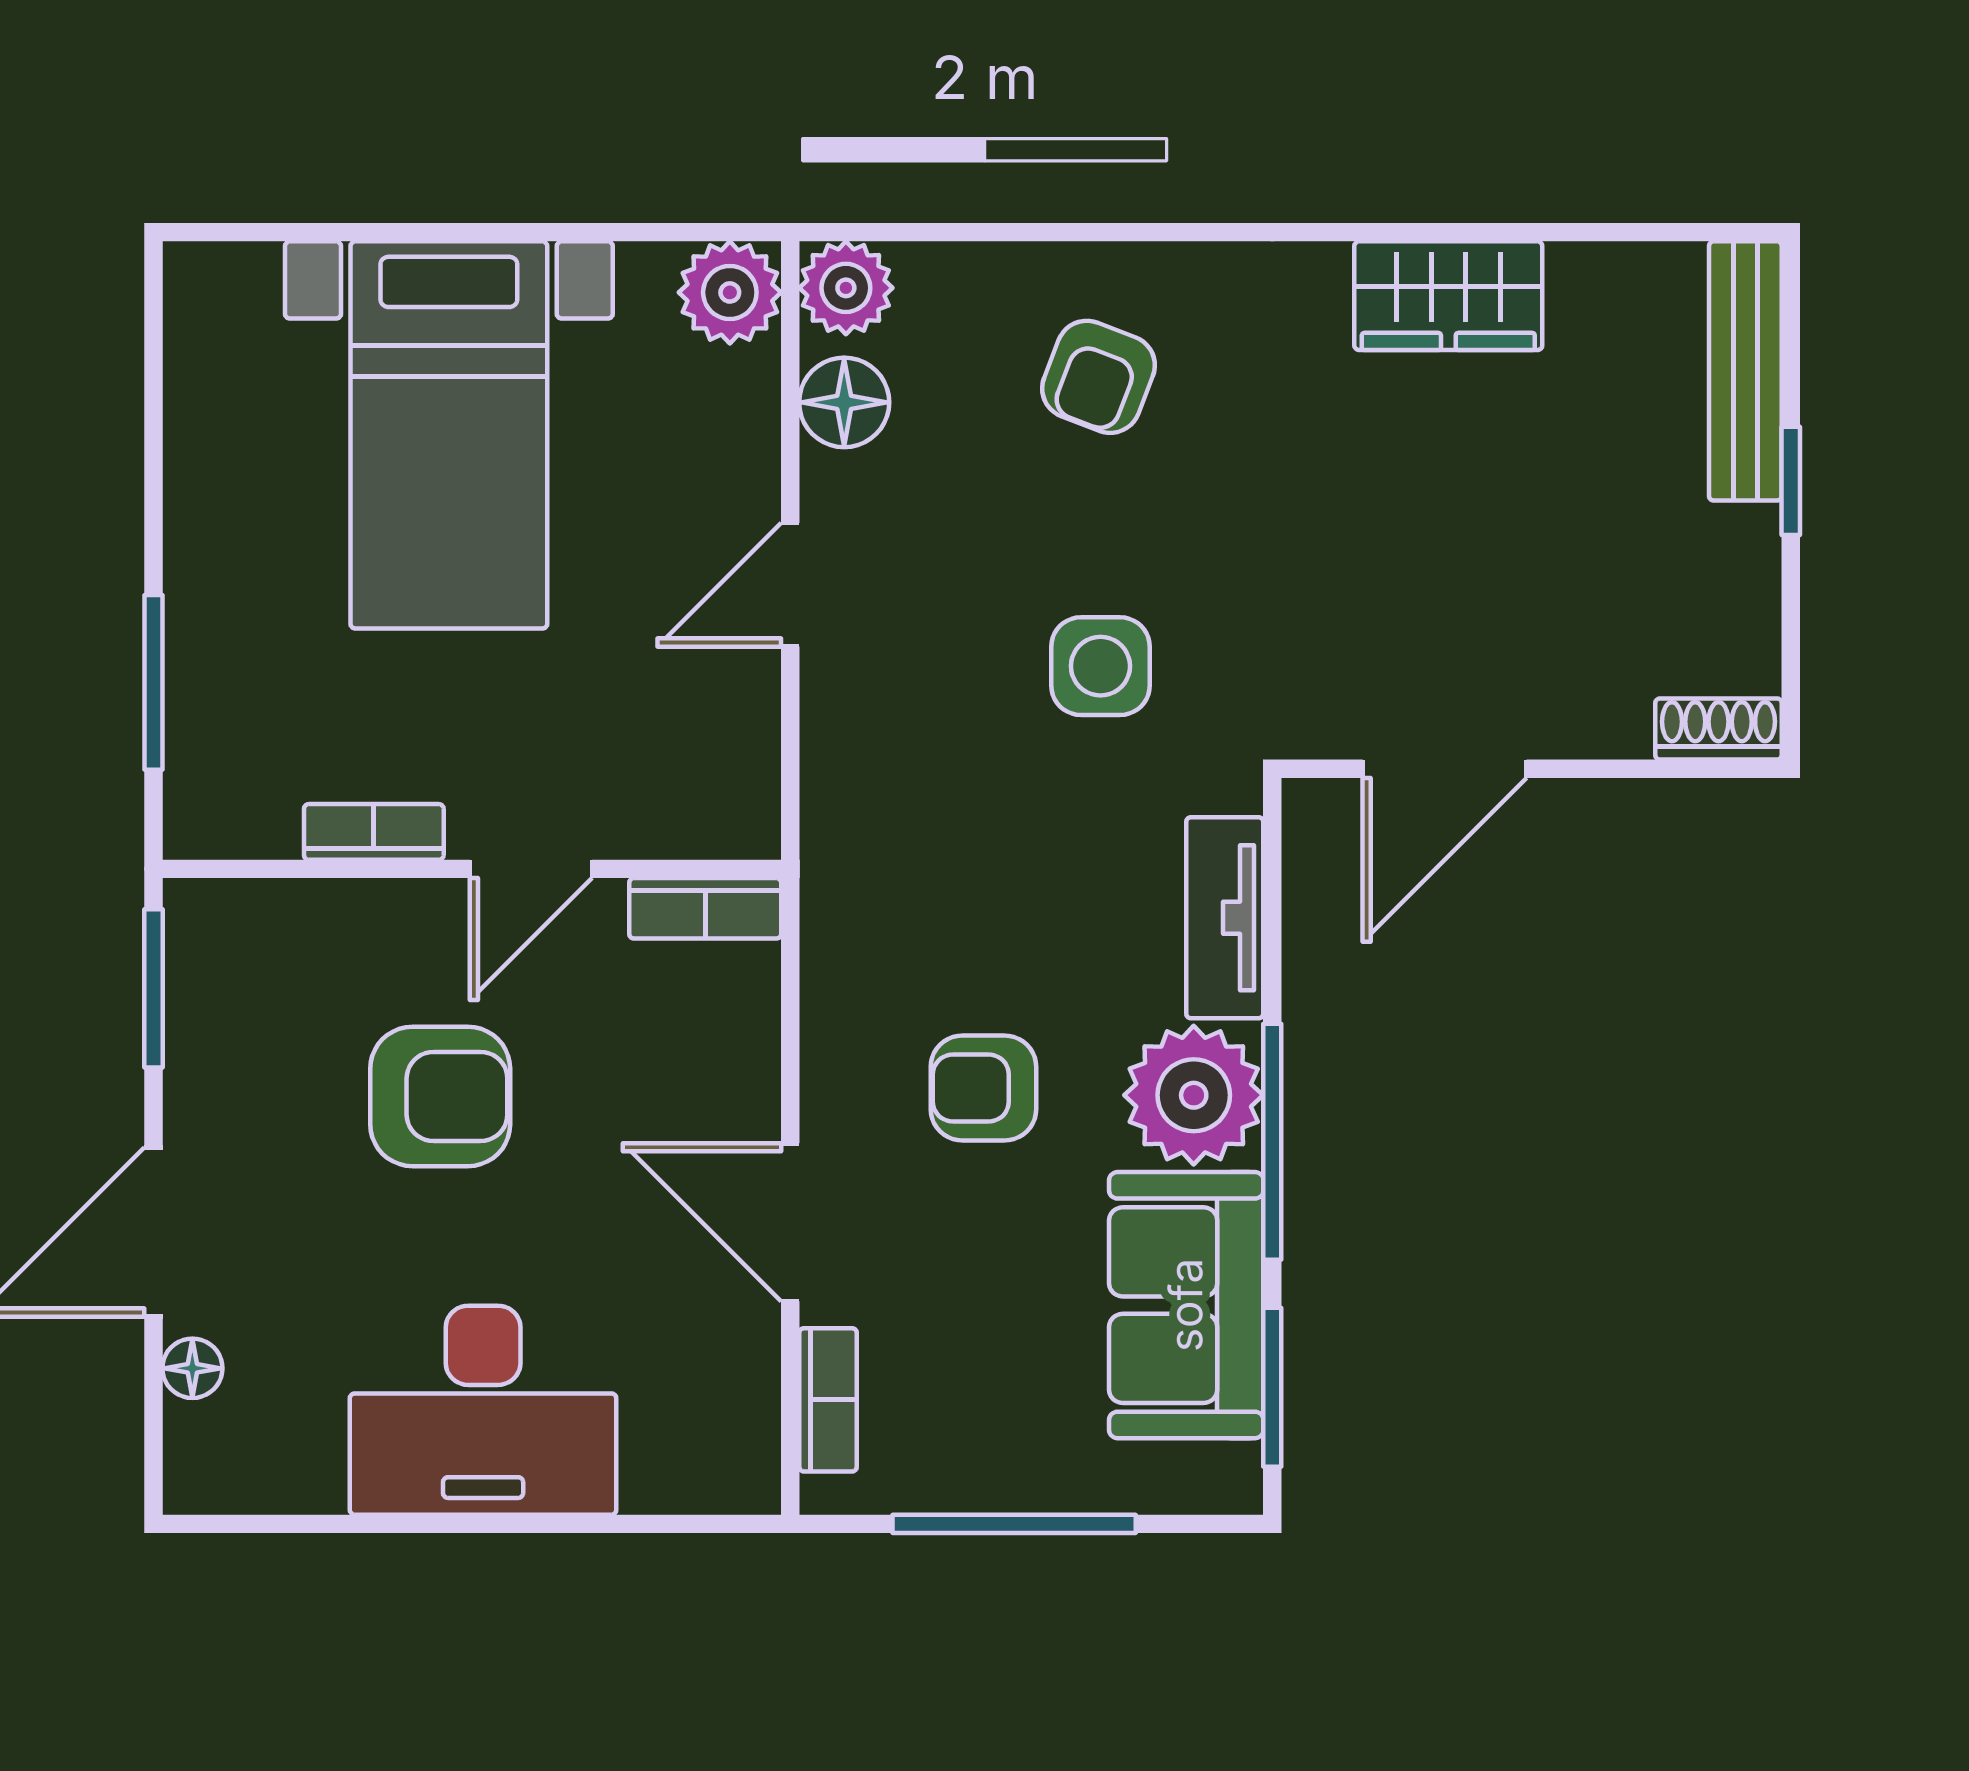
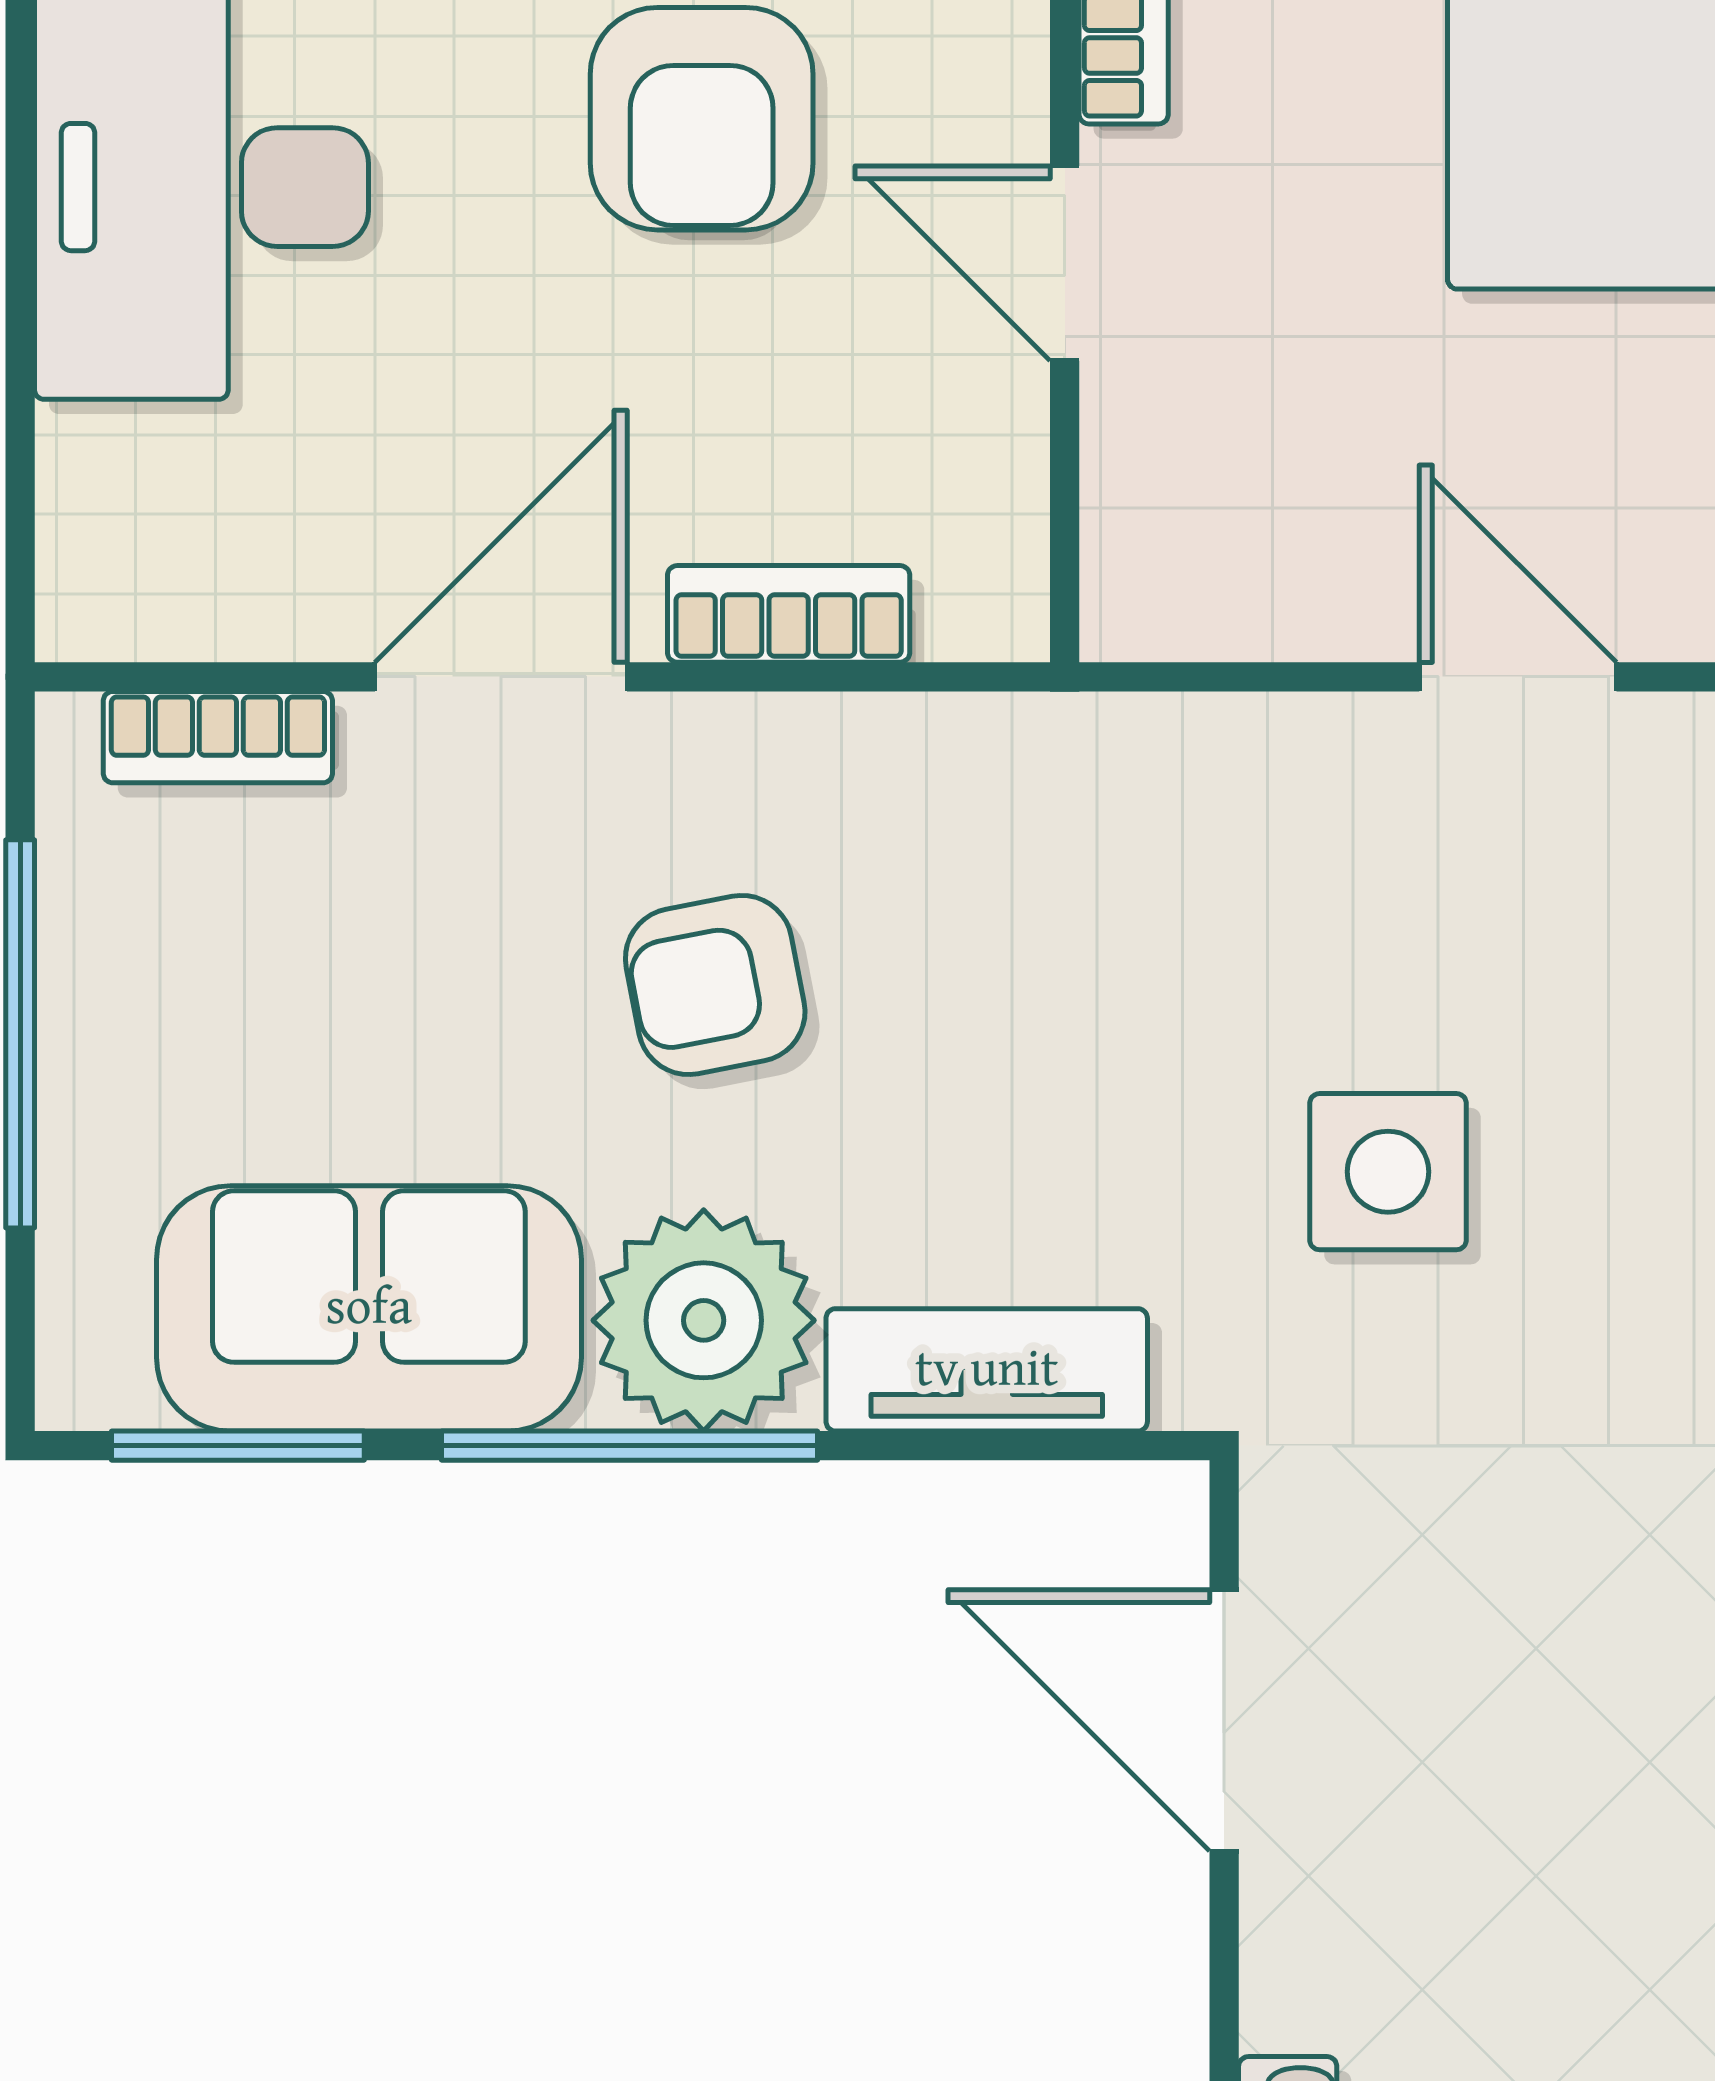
bookcase: (705, 908) -> (789, 614), moved, turned 90
armchair: (983, 1088) -> (715, 985), turned -101

